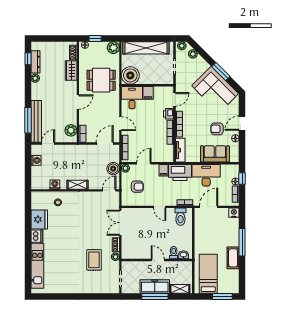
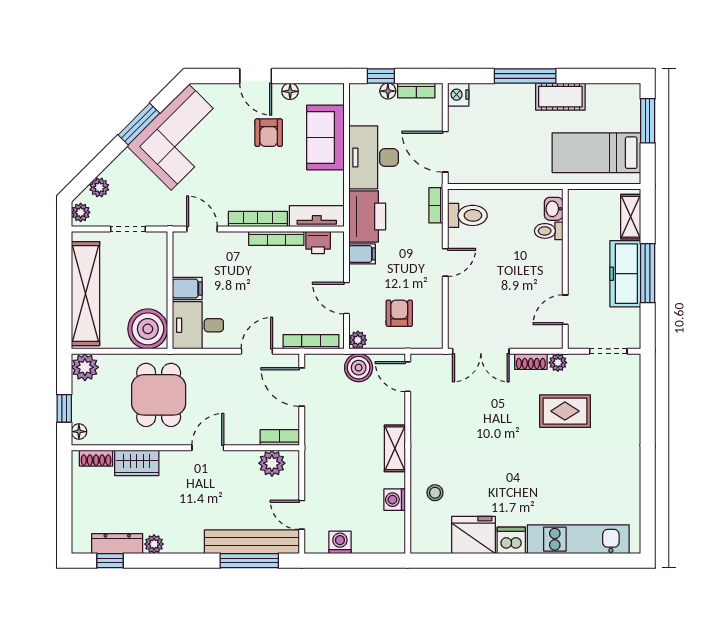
door: (78, 102) -> (208, 448), hinge flipped
printer: (169, 114) -> (318, 242), moved
door: (158, 260) -> (565, 310), moved

